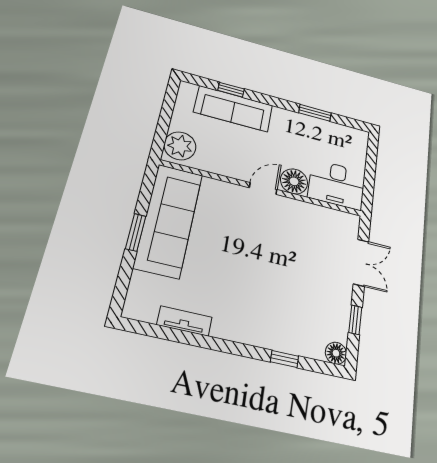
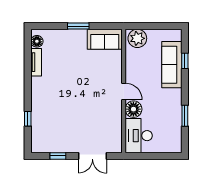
sofa: (169, 220) -> (105, 39), width x0.54, depth x0.79
floor lamp: (336, 353) -> (37, 41), moved

